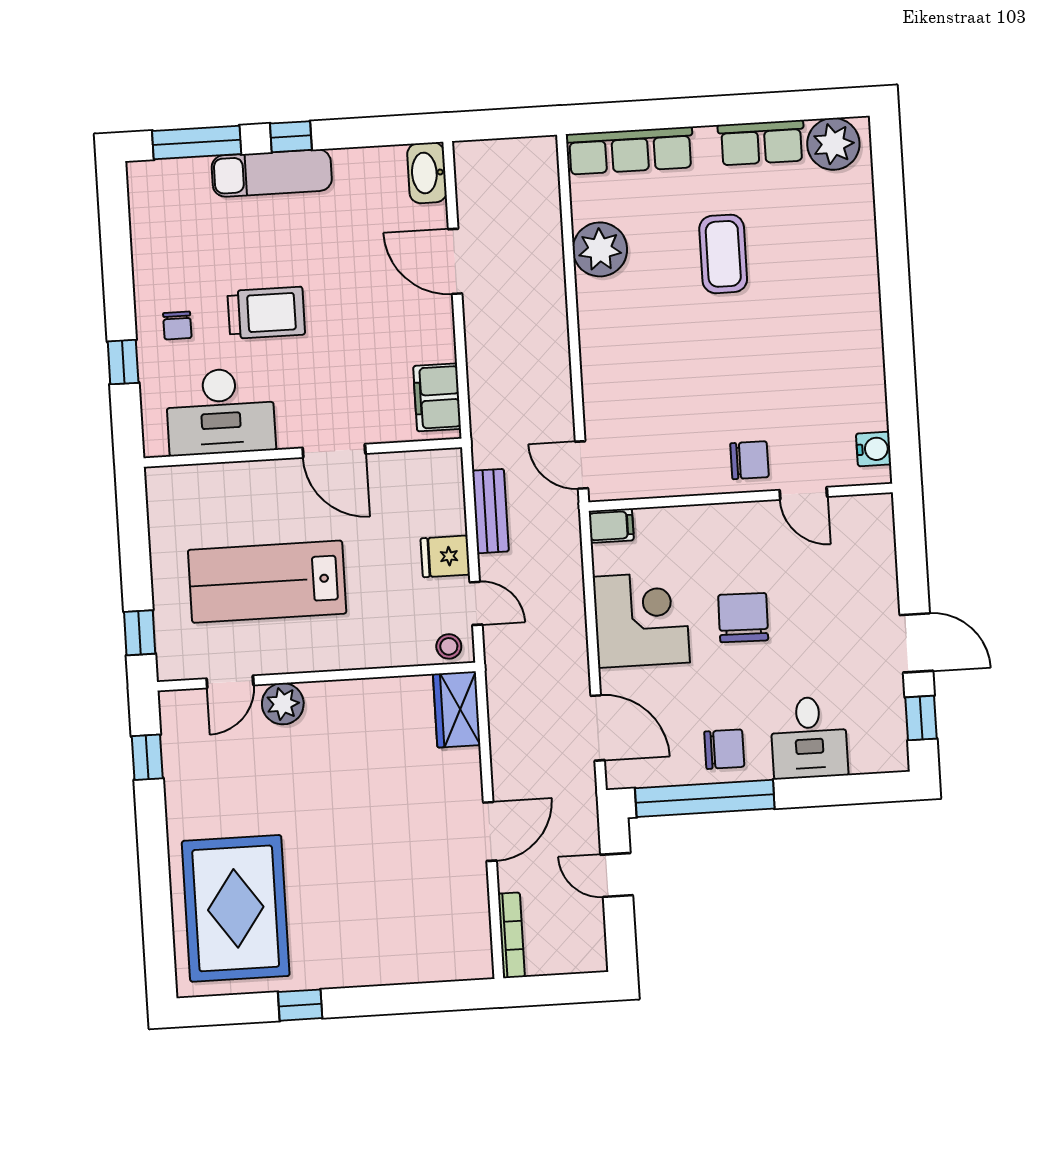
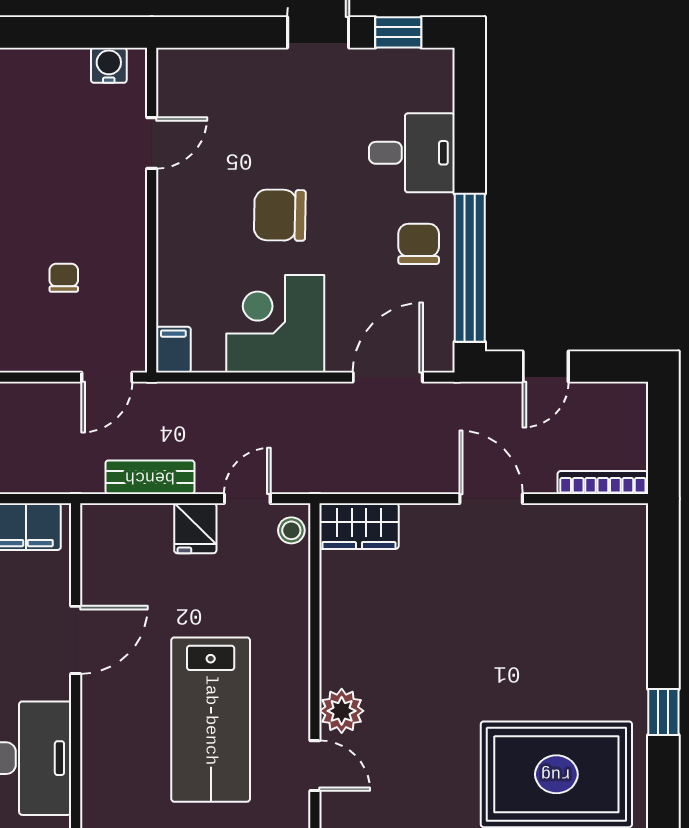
chair: (749, 460) -> (64, 278), moved, width x0.73, depth x0.73

